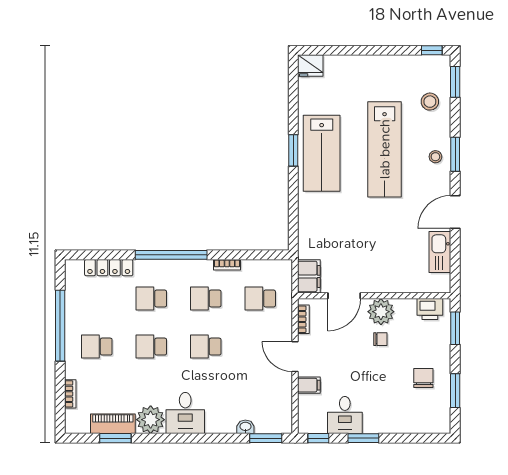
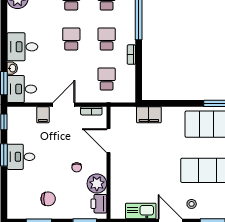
stool: (435, 157) -> (192, 204), moved
filing cabinet: (309, 276) -> (149, 115), moved
plant: (381, 312) -> (97, 184), moved
desk: (185, 413) -> (22, 47), moved
desk: (274, 414) -> (22, 89), added
desk: (345, 415) -> (21, 157), moved

